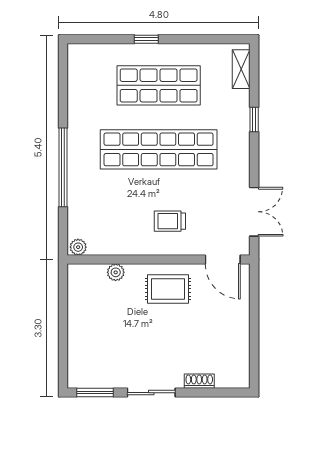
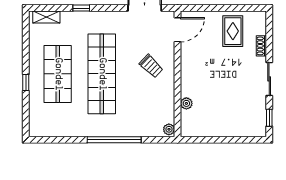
trolley: (170, 221) -> (151, 66), turned -46
rug: (168, 289) -> (233, 31), moved
window: (95, 393) -> (269, 118), width x0.67

